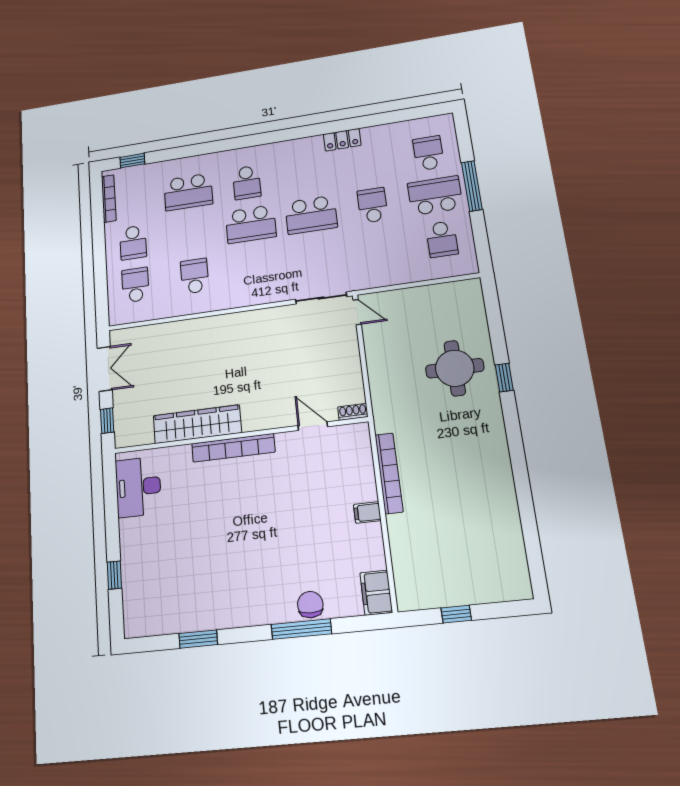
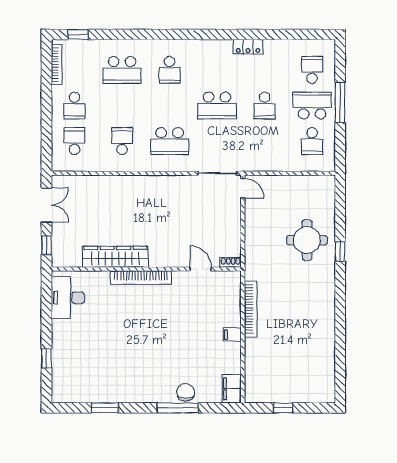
school desk: (373, 205) -> (265, 106), turned 180
school desk: (251, 224) -> (170, 141), moved

